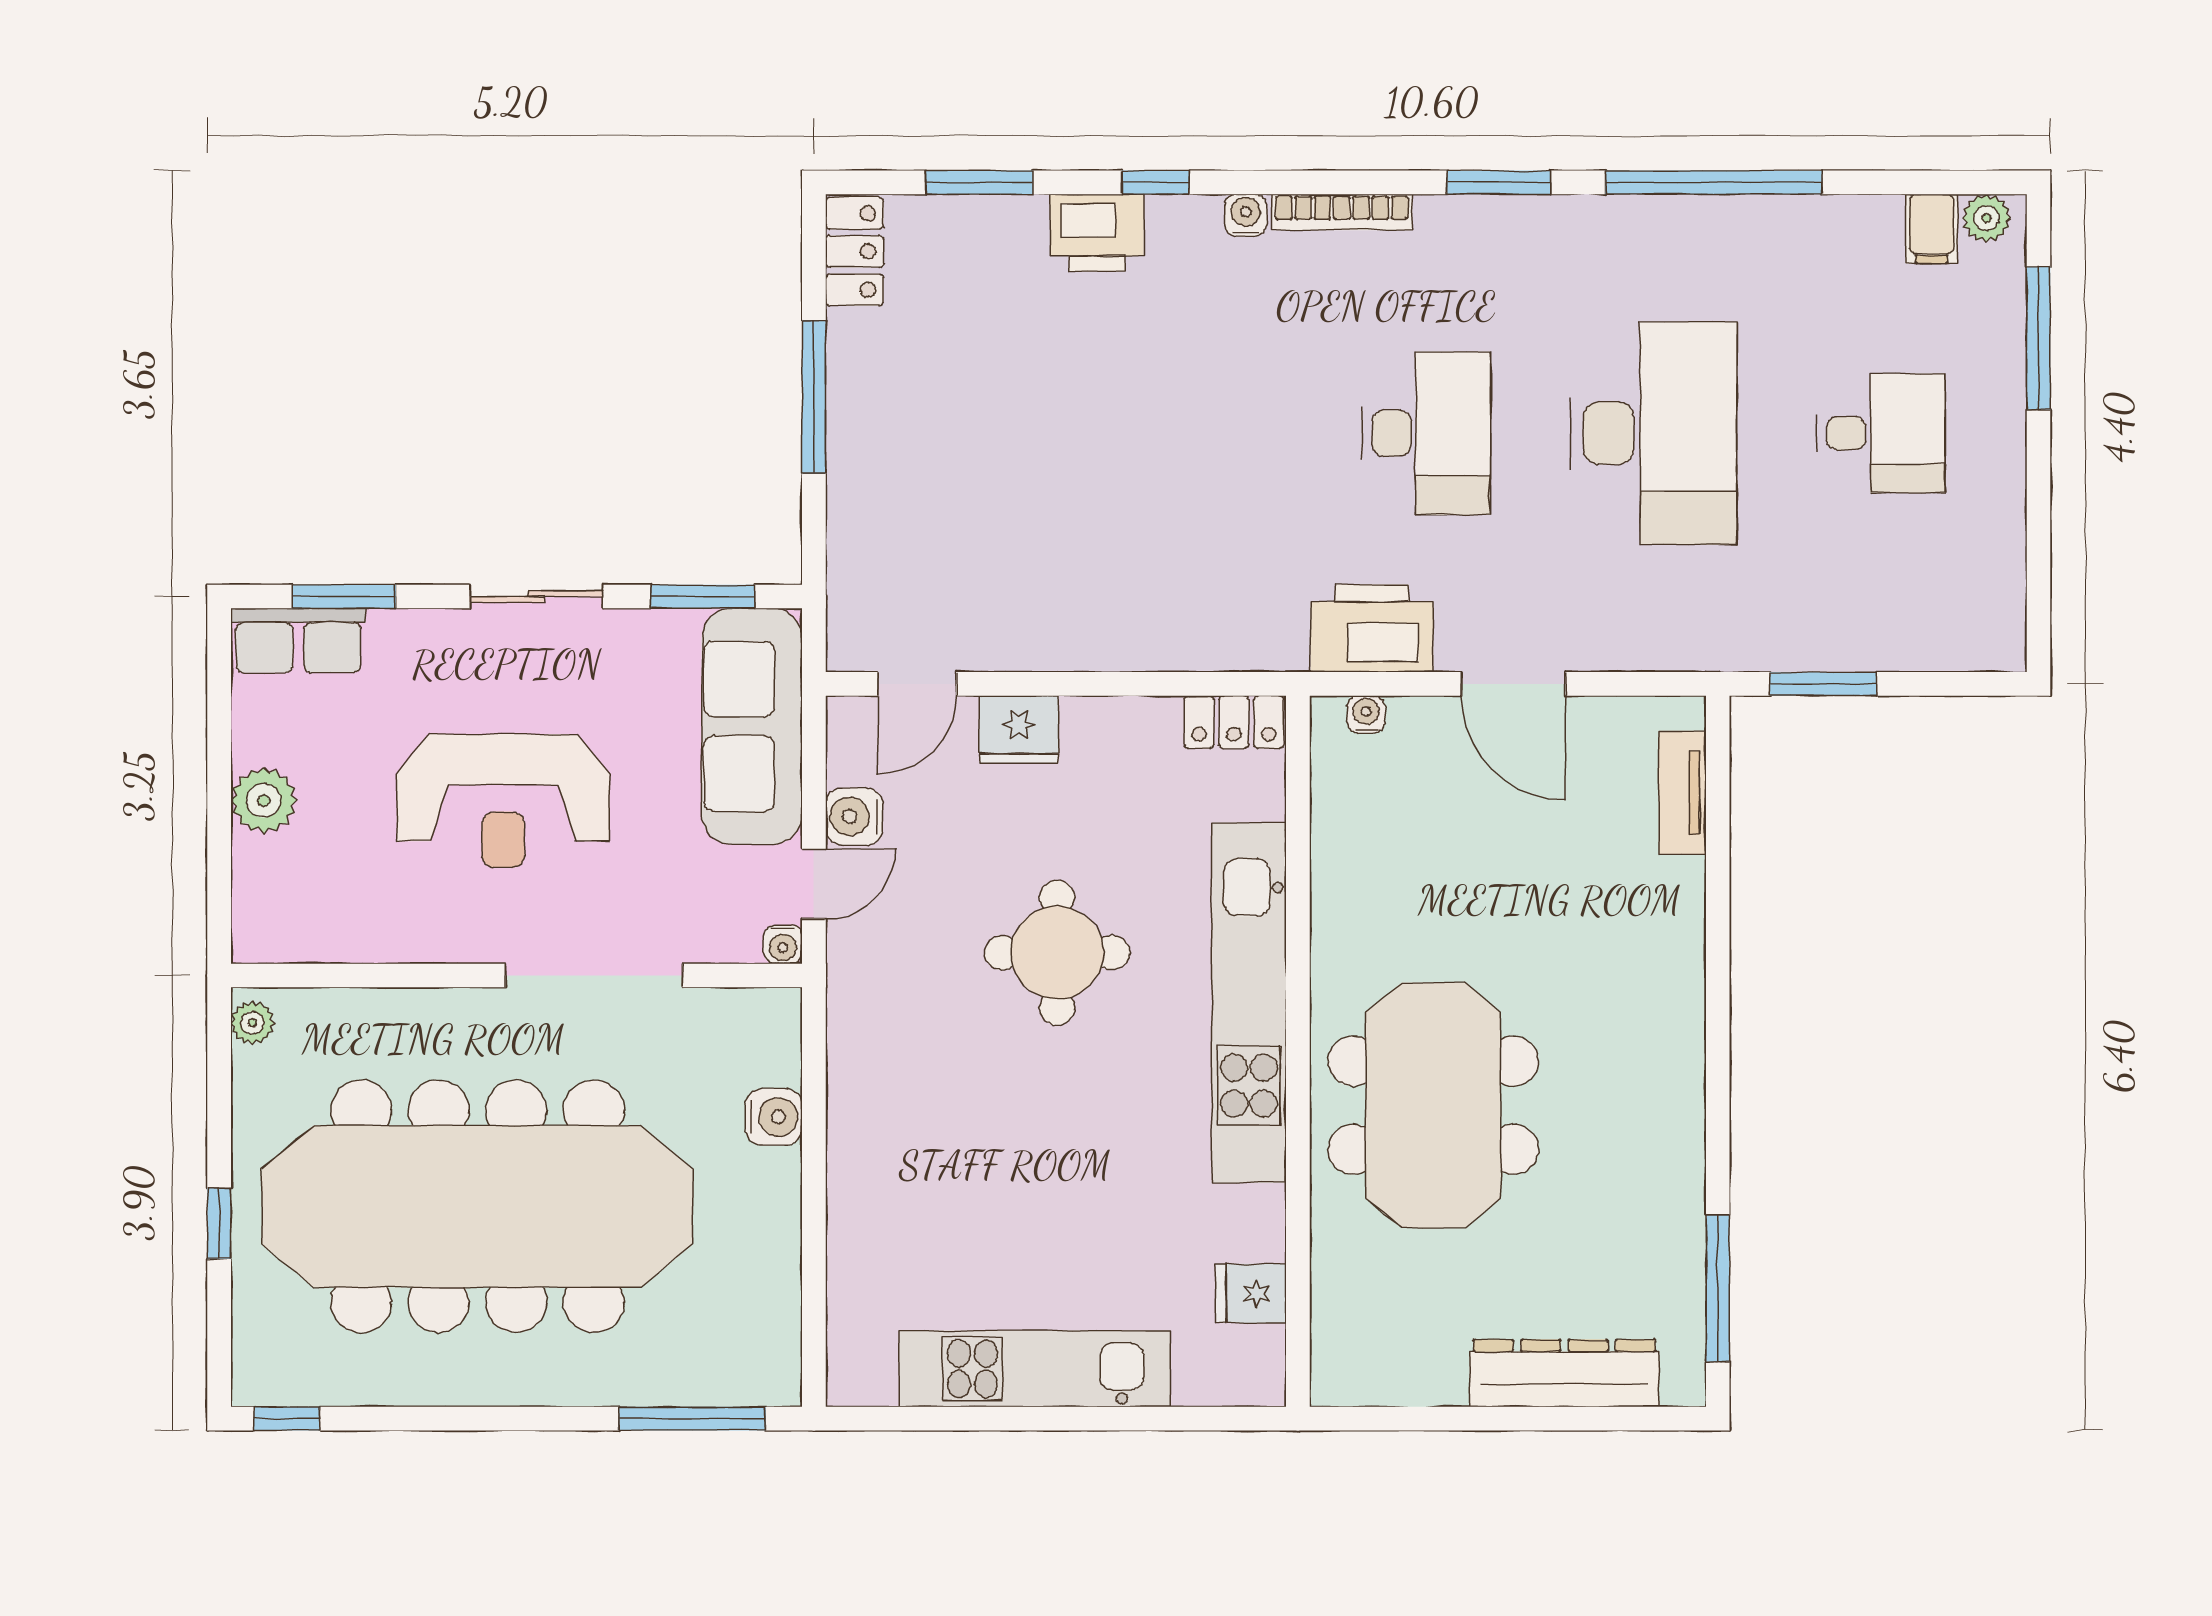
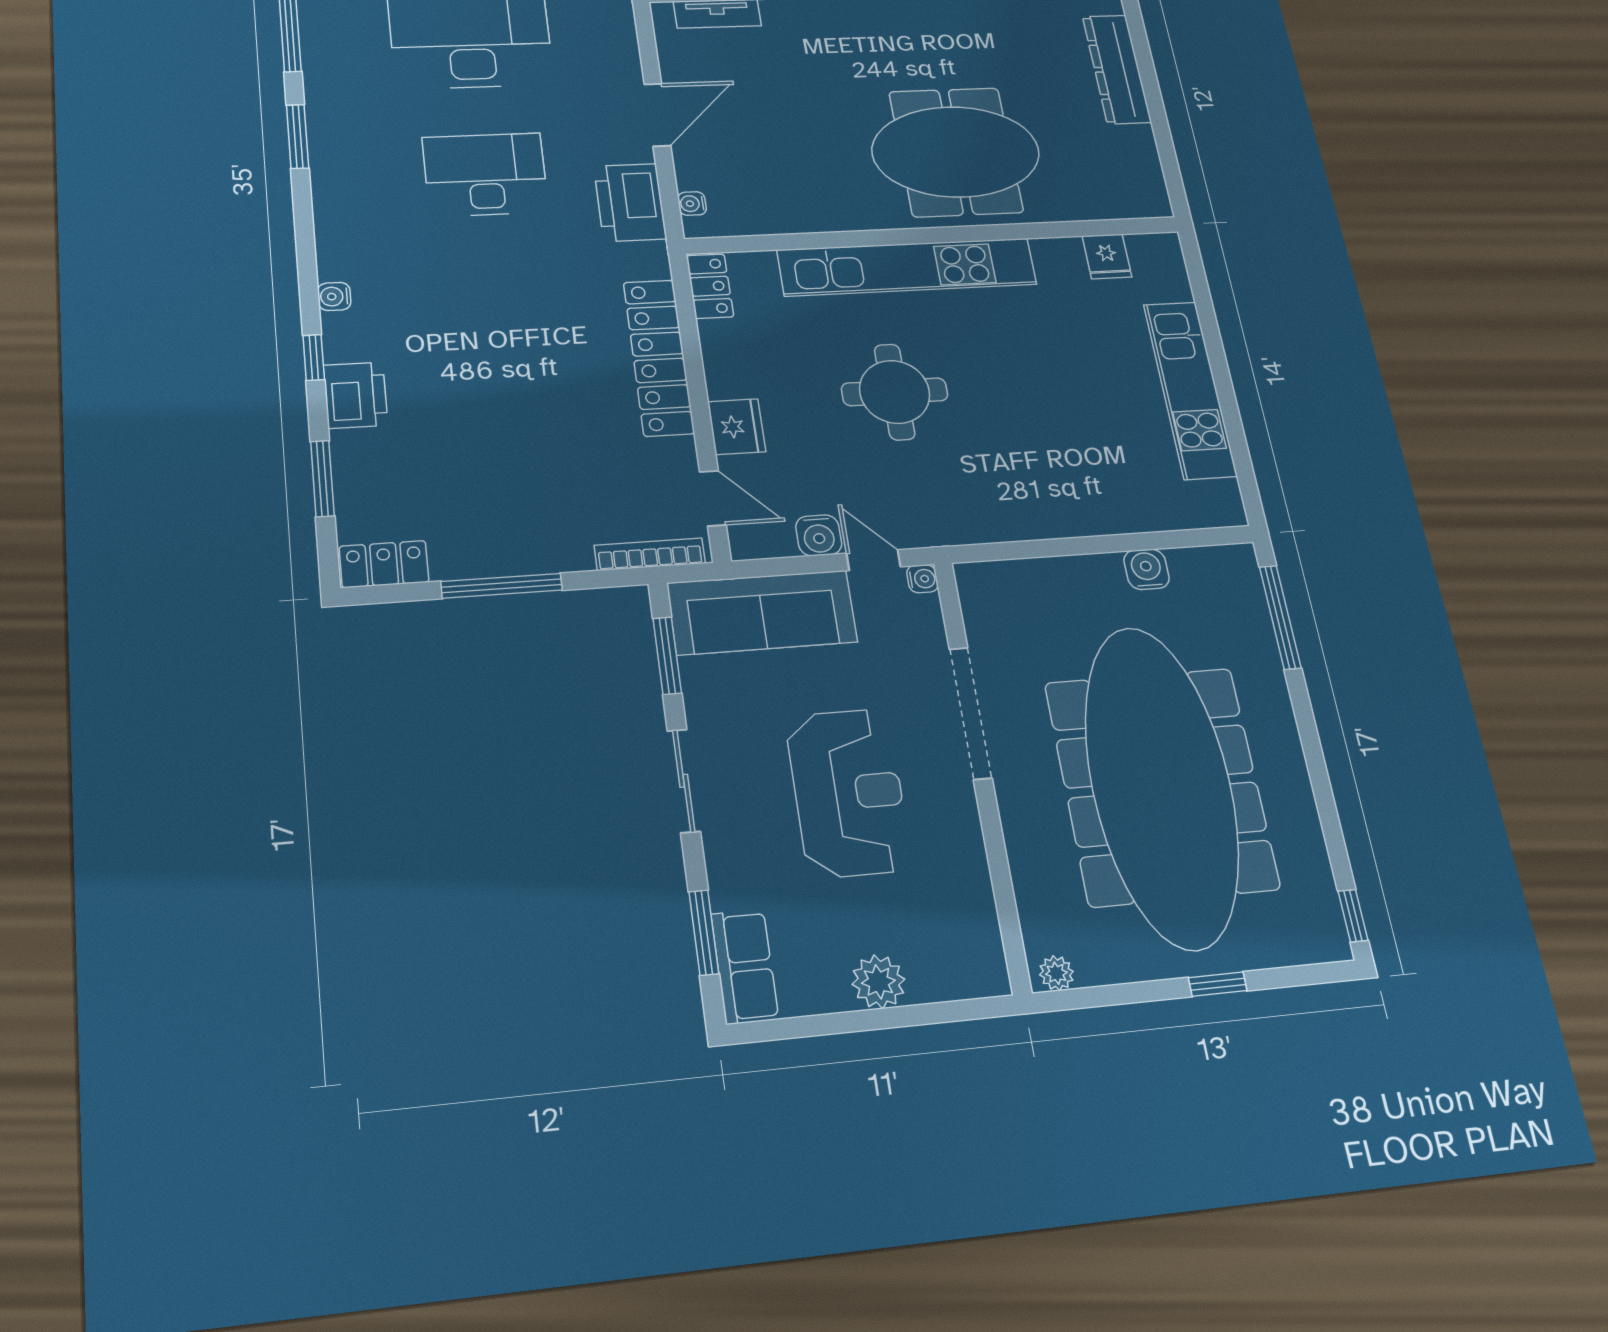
bookcase: (1342, 212) -> (650, 554), moved, turned -90
locker: (1129, 638) -> (659, 357), added
water cooler: (774, 1117) -> (1146, 569), moved

